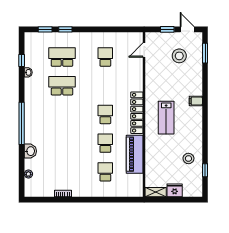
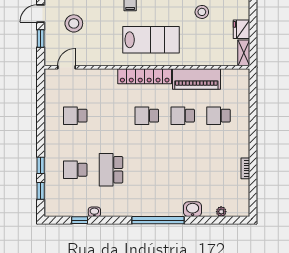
door: (144, 50) -> (66, 67), swing flipped
school desk: (62, 57) -> (75, 170), width x0.54
lab bench: (166, 118) -> (151, 40), width x1.36, depth x1.39

